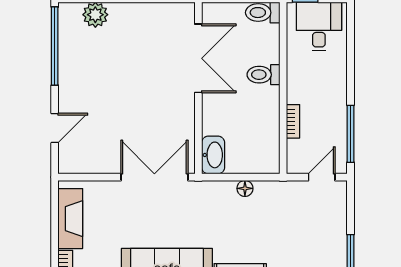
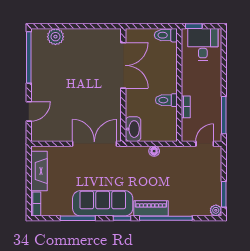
toilet: (263, 75) -> (166, 100), moved

